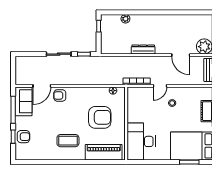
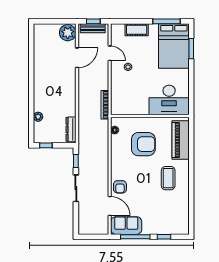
dresser: (143, 50) -> (71, 129), moved
door: (160, 86) -> (110, 53), moved
armchair: (100, 117) -> (143, 144), turned 90
armchair: (23, 137) -> (164, 226), removed

